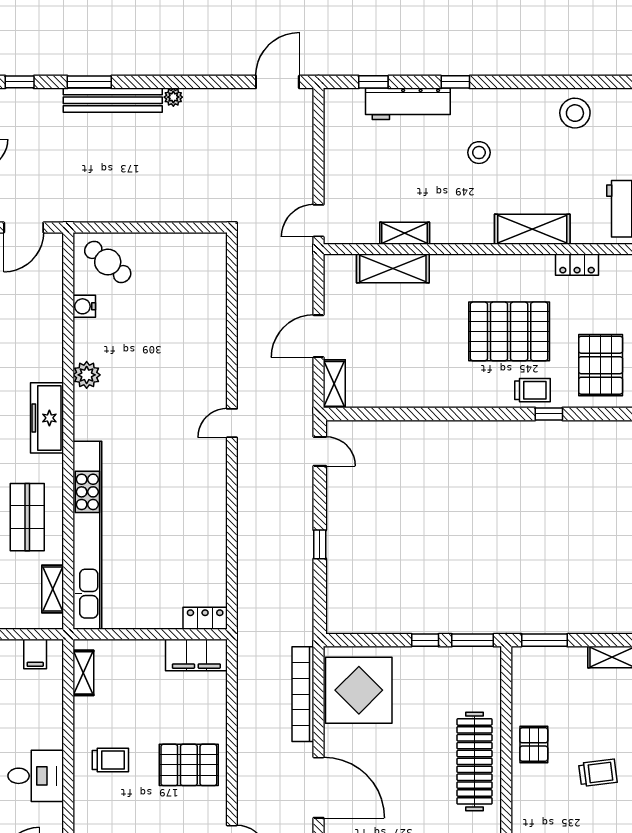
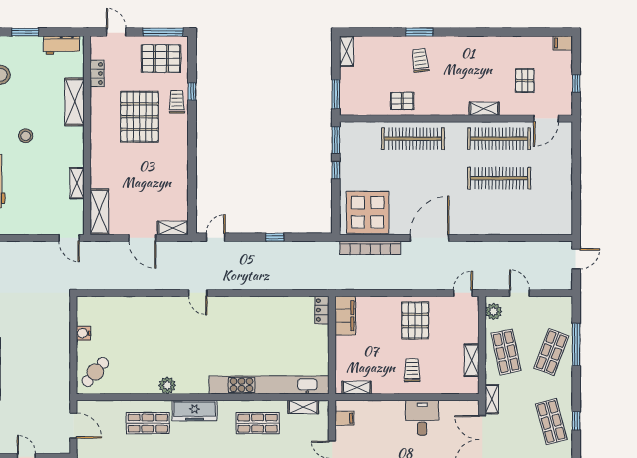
shelving: (393, 268) -> (99, 212), moved
water cooler: (84, 306) -> (84, 333), moved, turned 90
shop shelf: (27, 345) -> (148, 423), added

